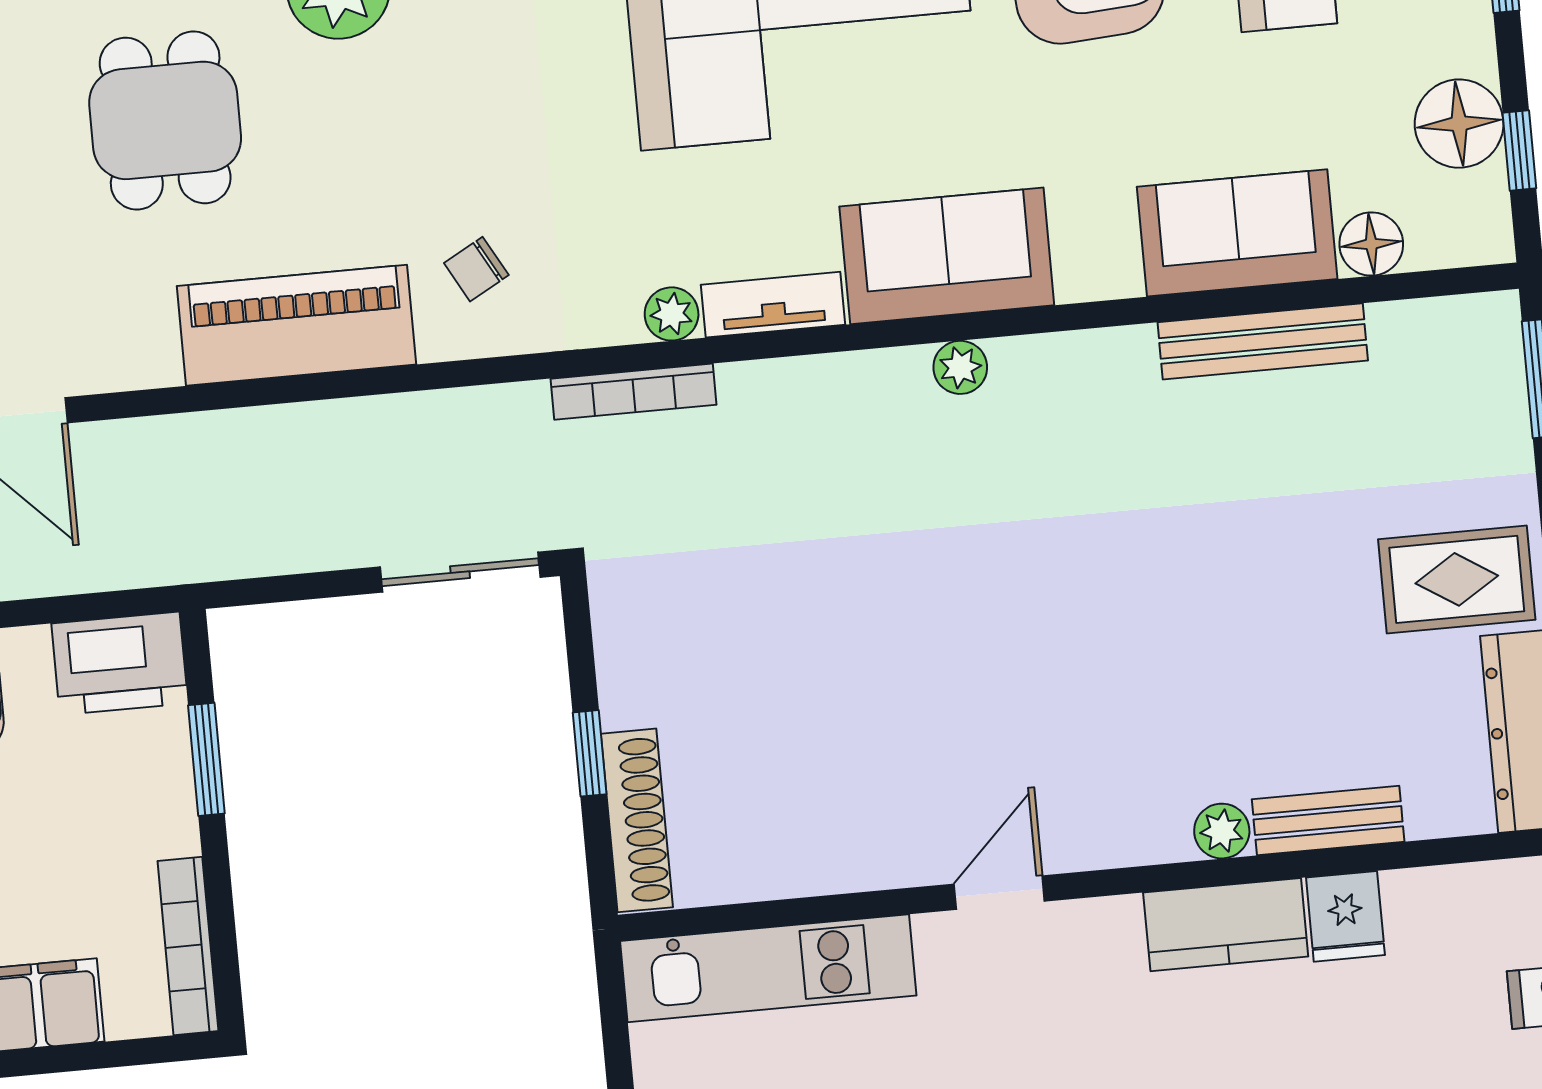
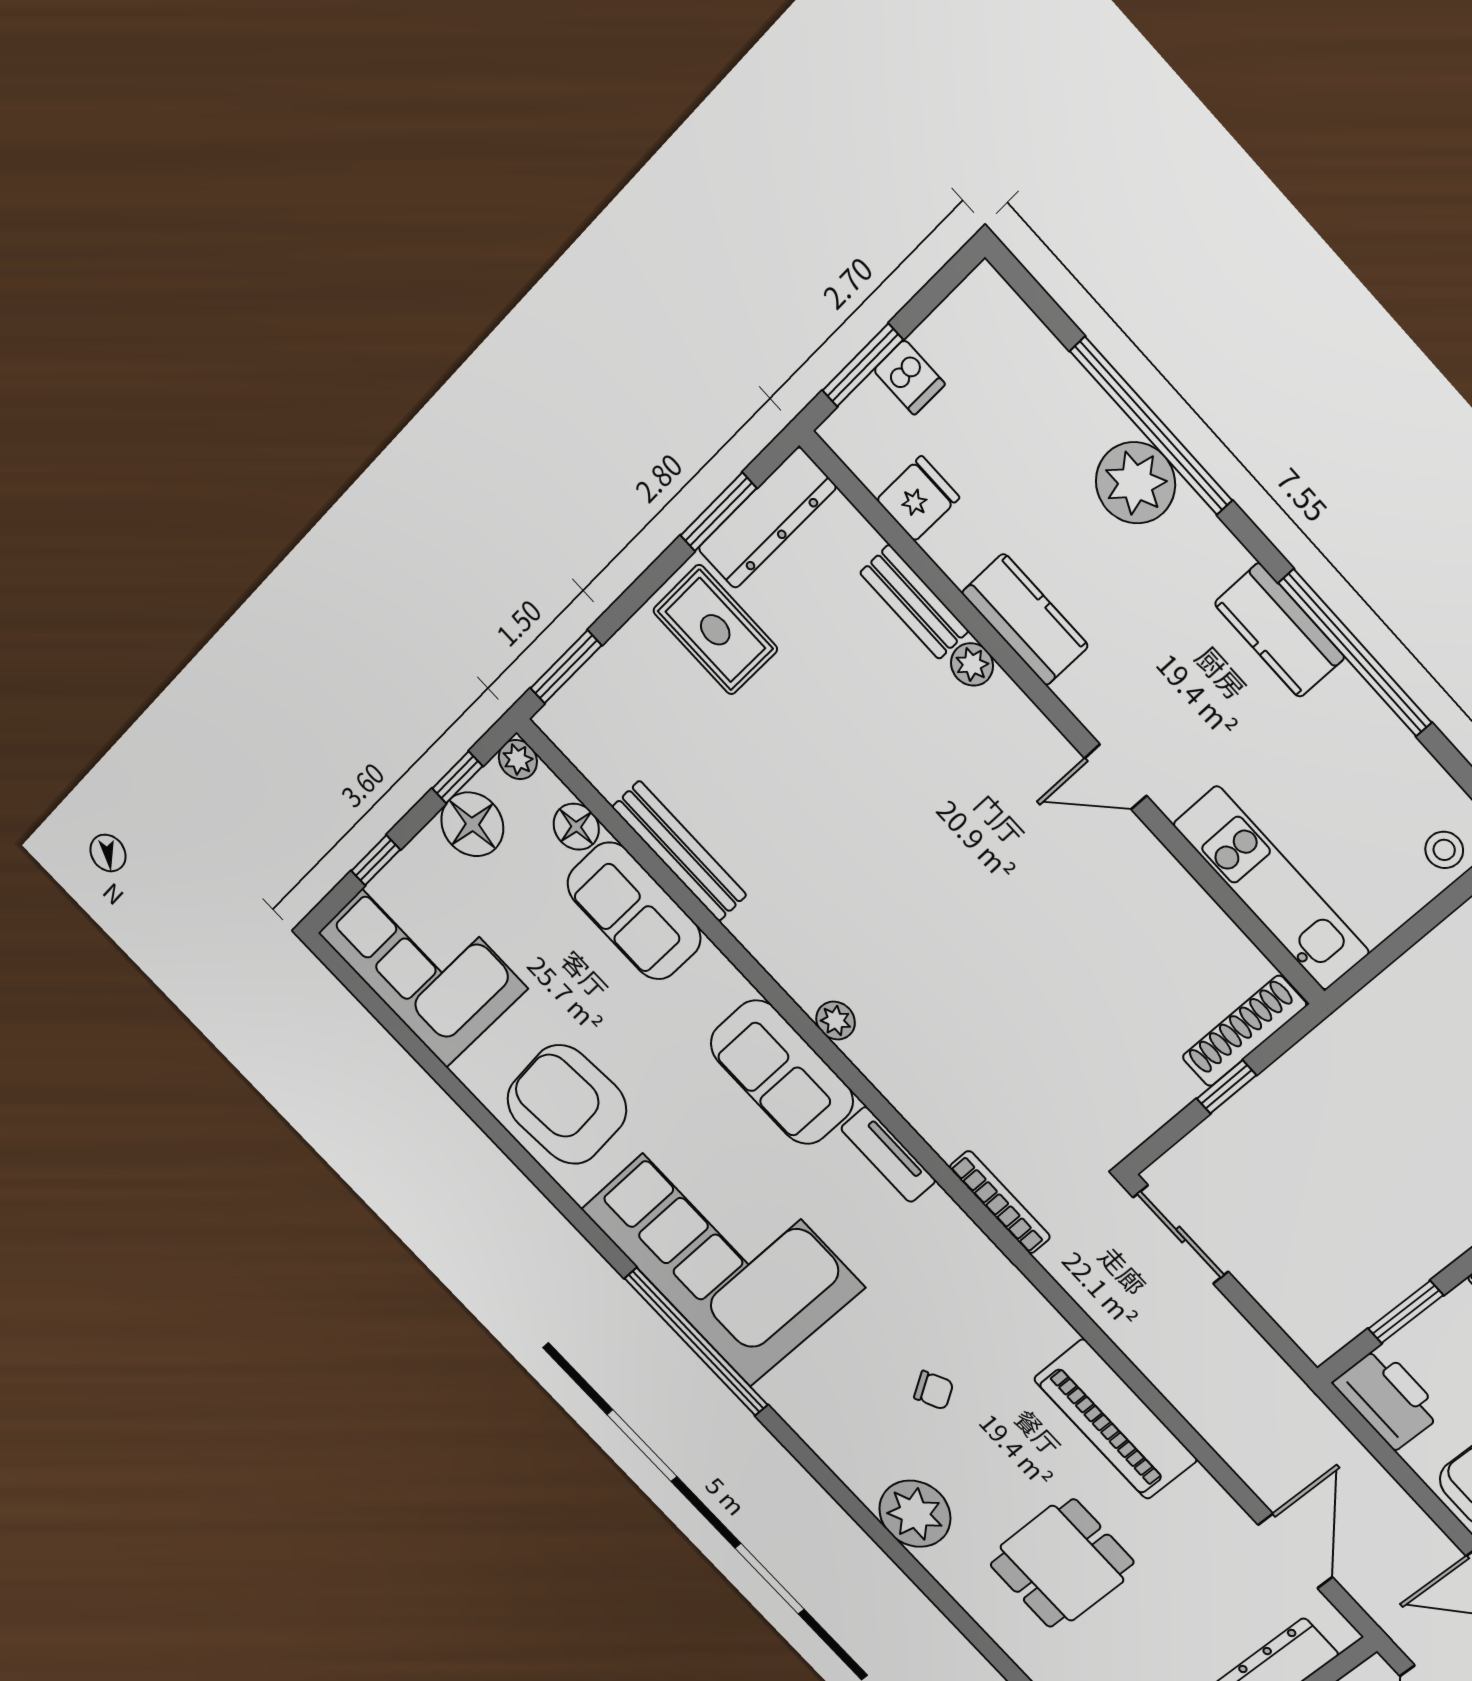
chair: (476, 269) -> (934, 1390), moved
plant: (672, 314) -> (518, 759), moved
fridge: (1345, 916) -> (918, 499), moved

